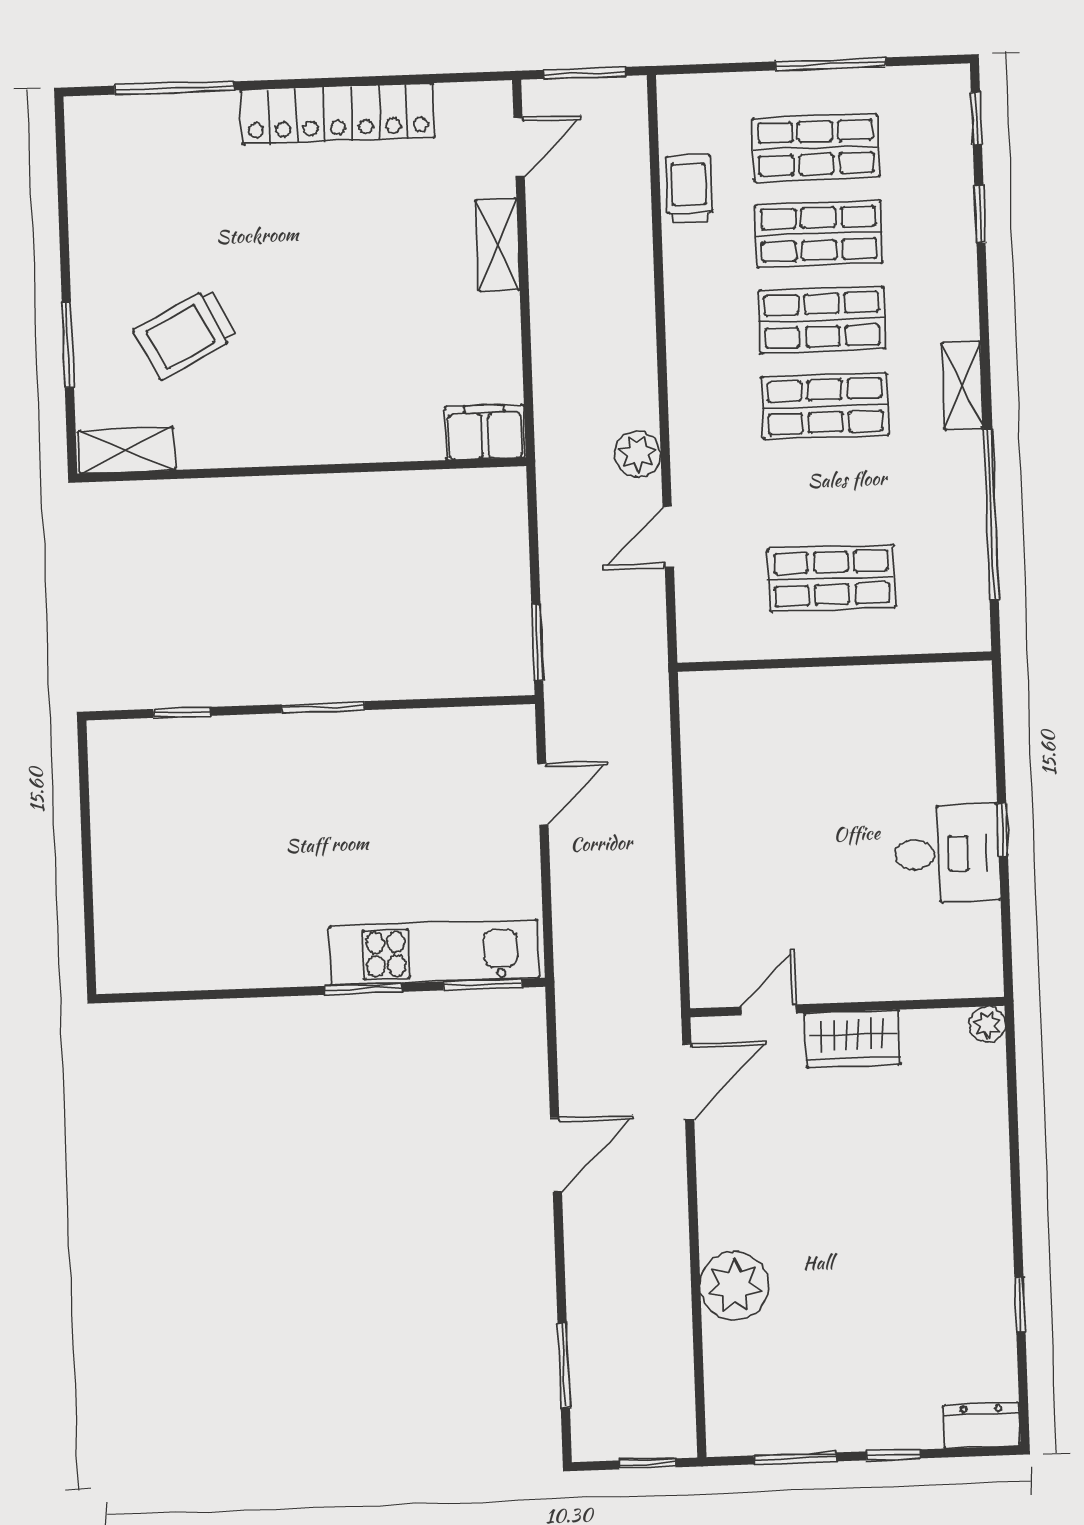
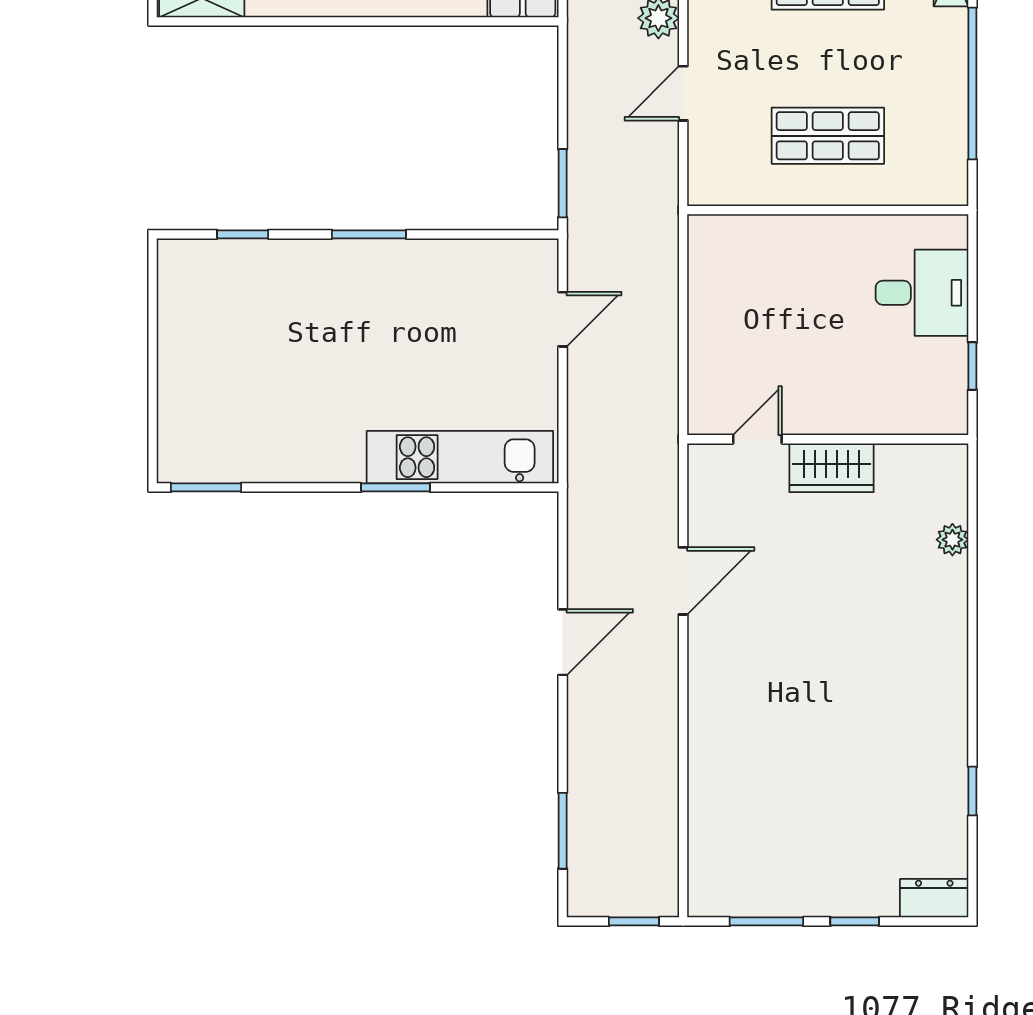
desk: (947, 854) -> (922, 293), moved
window: (483, 985) -> (206, 487), moved
wall: (847, 1007) -> (828, 439), moved
door: (769, 1010) -> (757, 439), moved
wardrobe: (853, 1039) -> (832, 468), moved
plant: (734, 1286) -> (718, 765), removed

